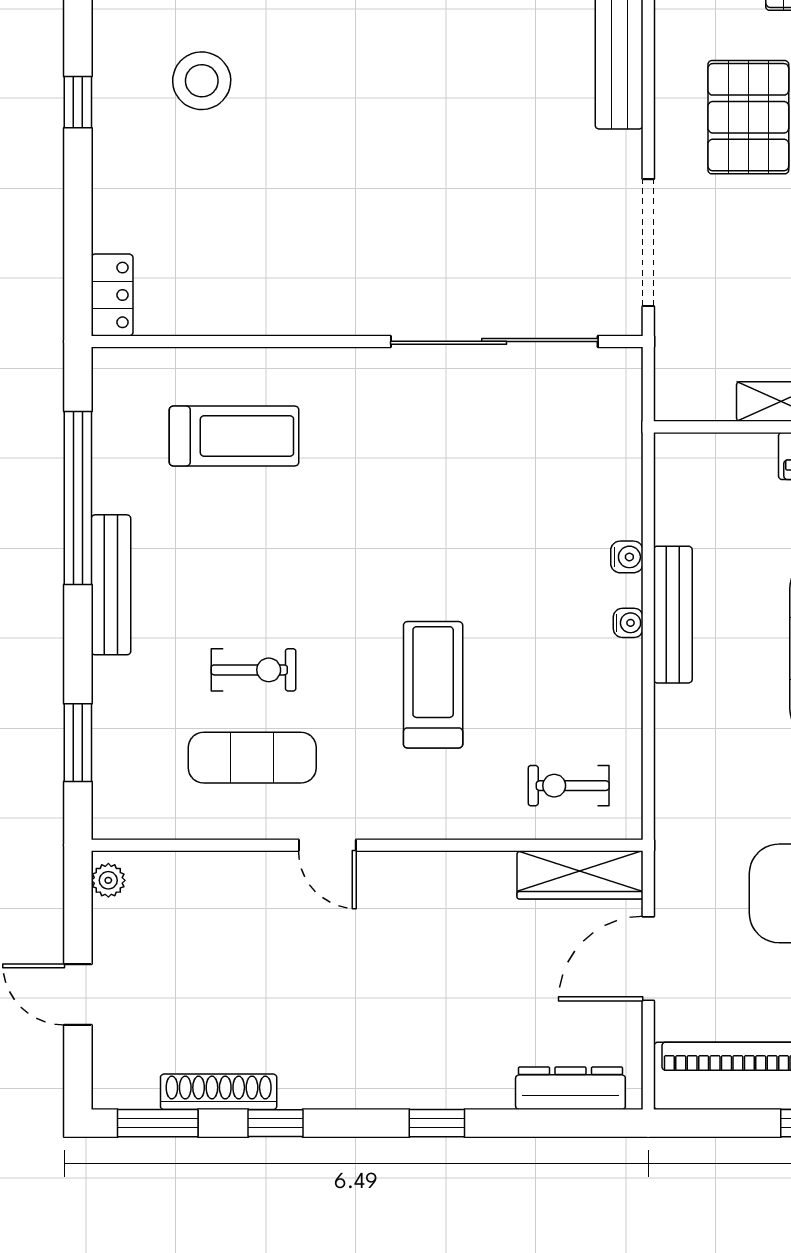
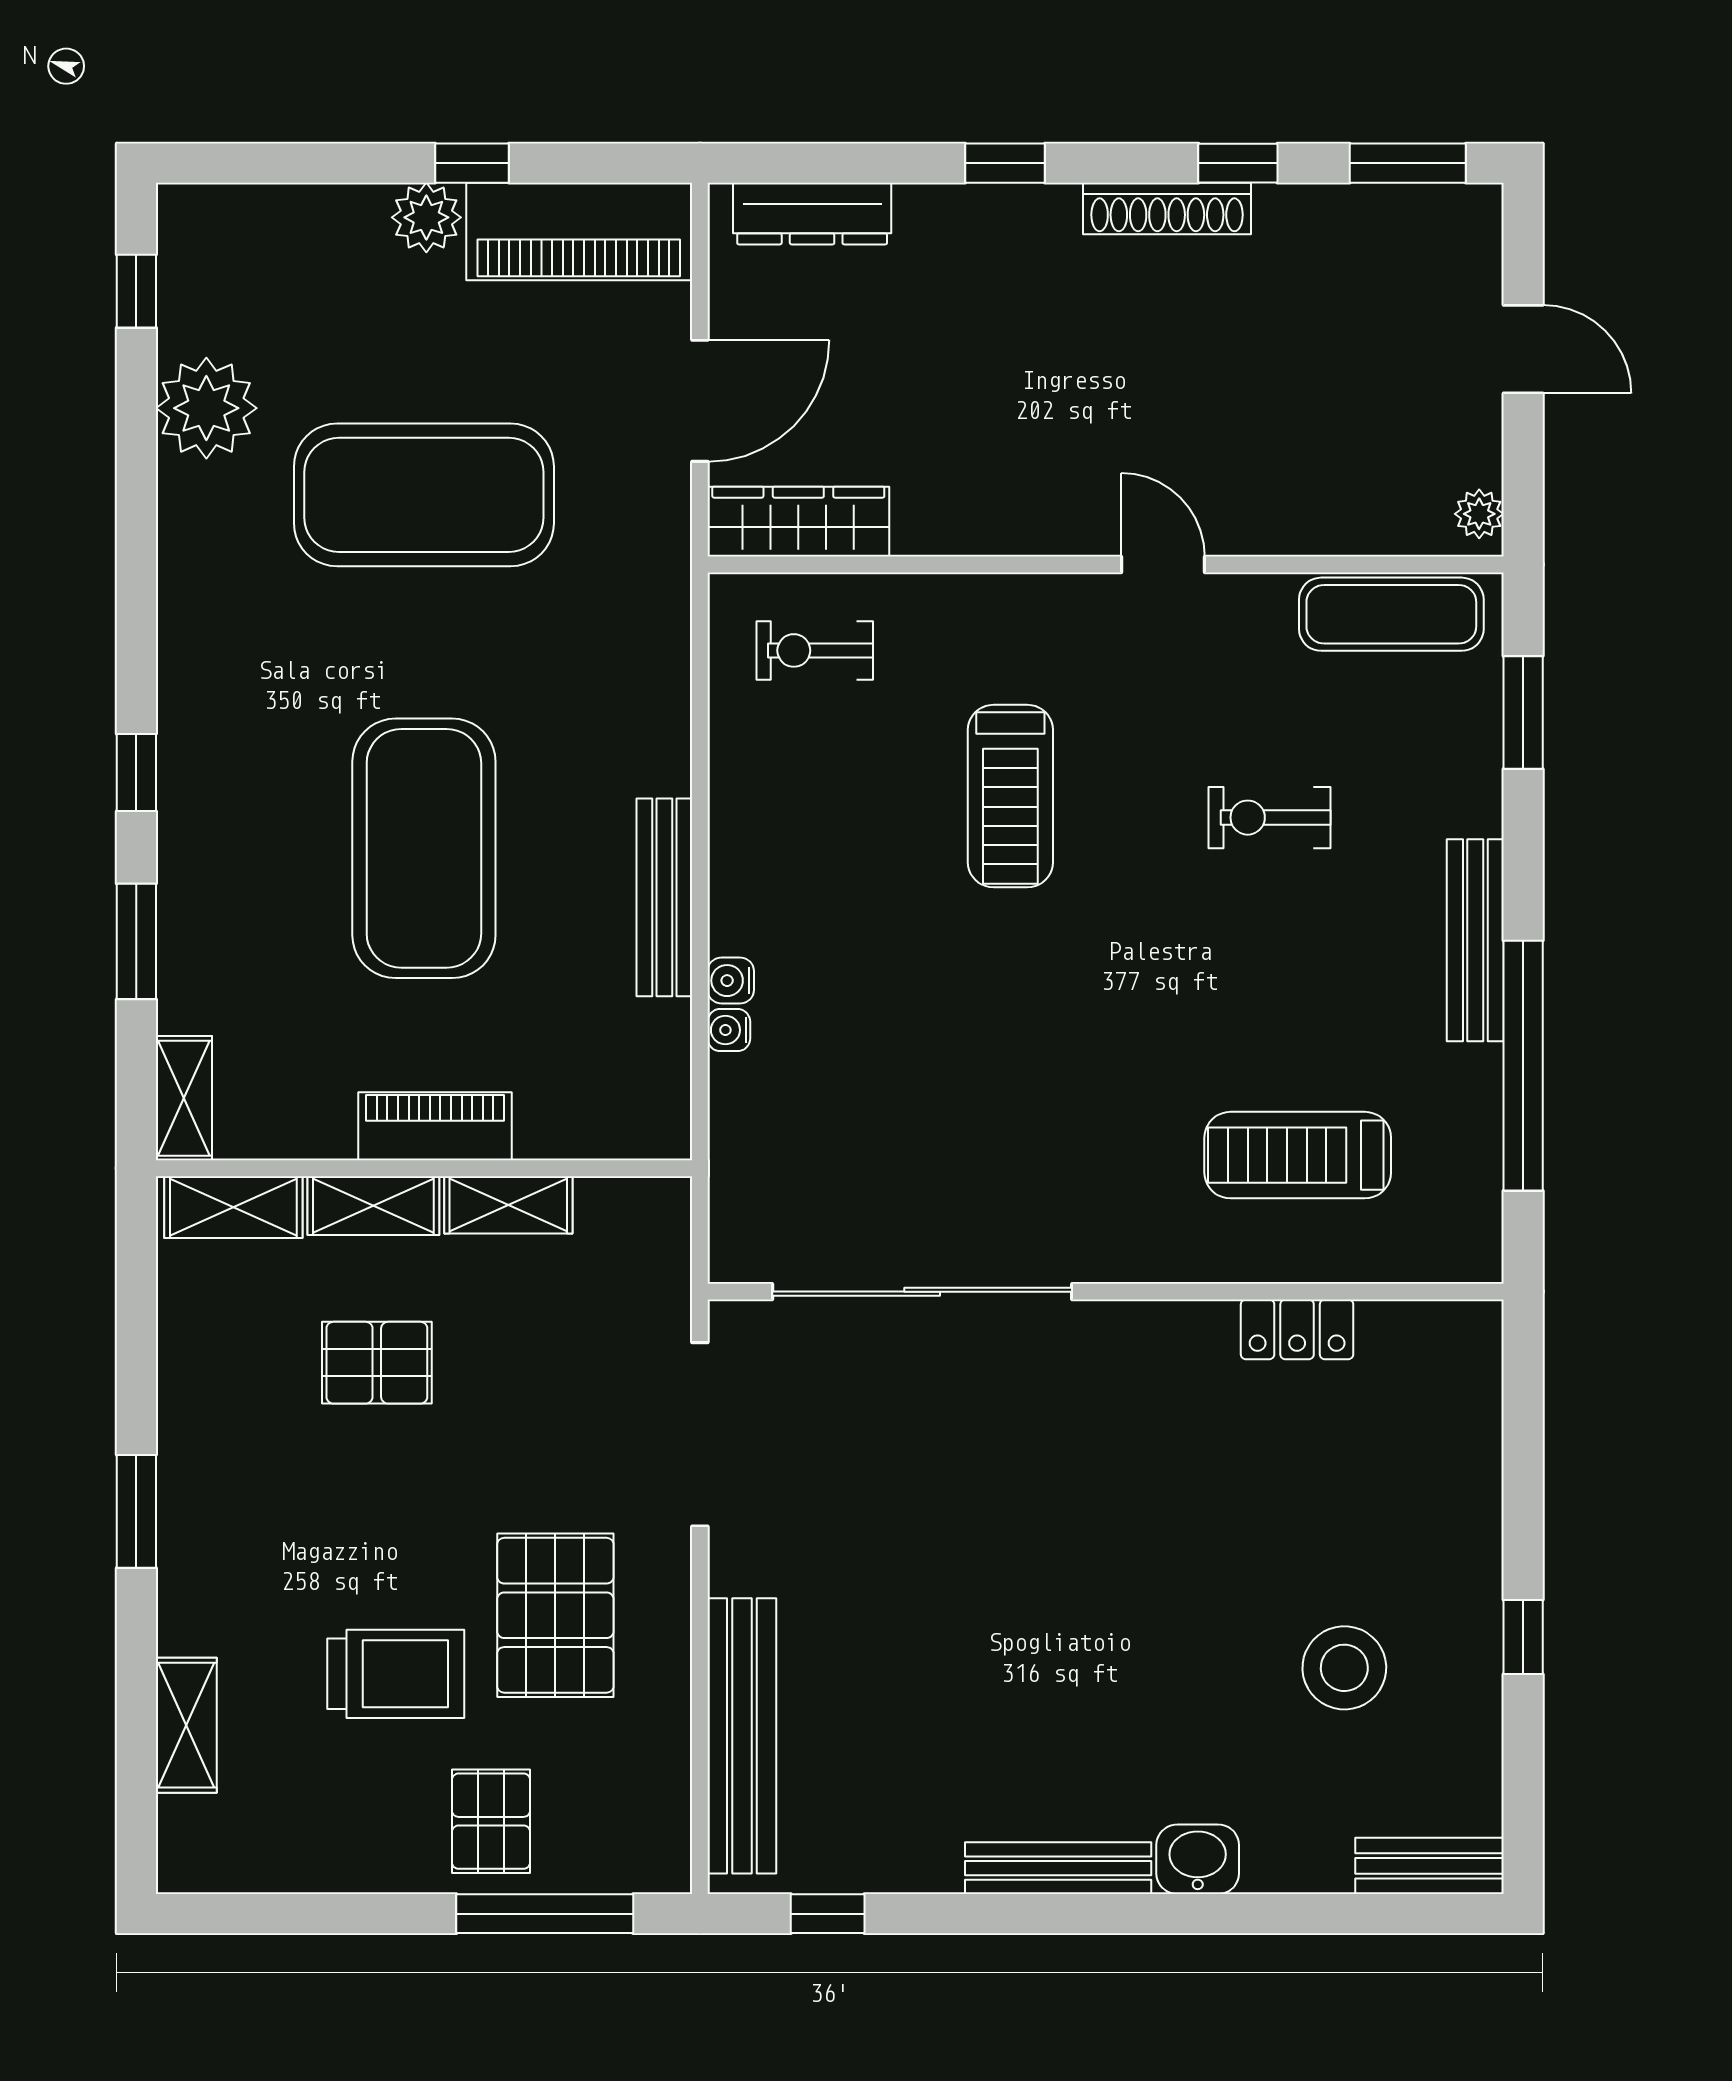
locker: (112, 295) -> (1297, 1329), moved, turned -90
water cooler: (628, 623) -> (729, 1030), moved
exercise mat: (252, 758) -> (1391, 614), moved
exercise bike: (569, 786) -> (815, 650), turned 180
shoe rack: (219, 1092) -> (1167, 209), moved

